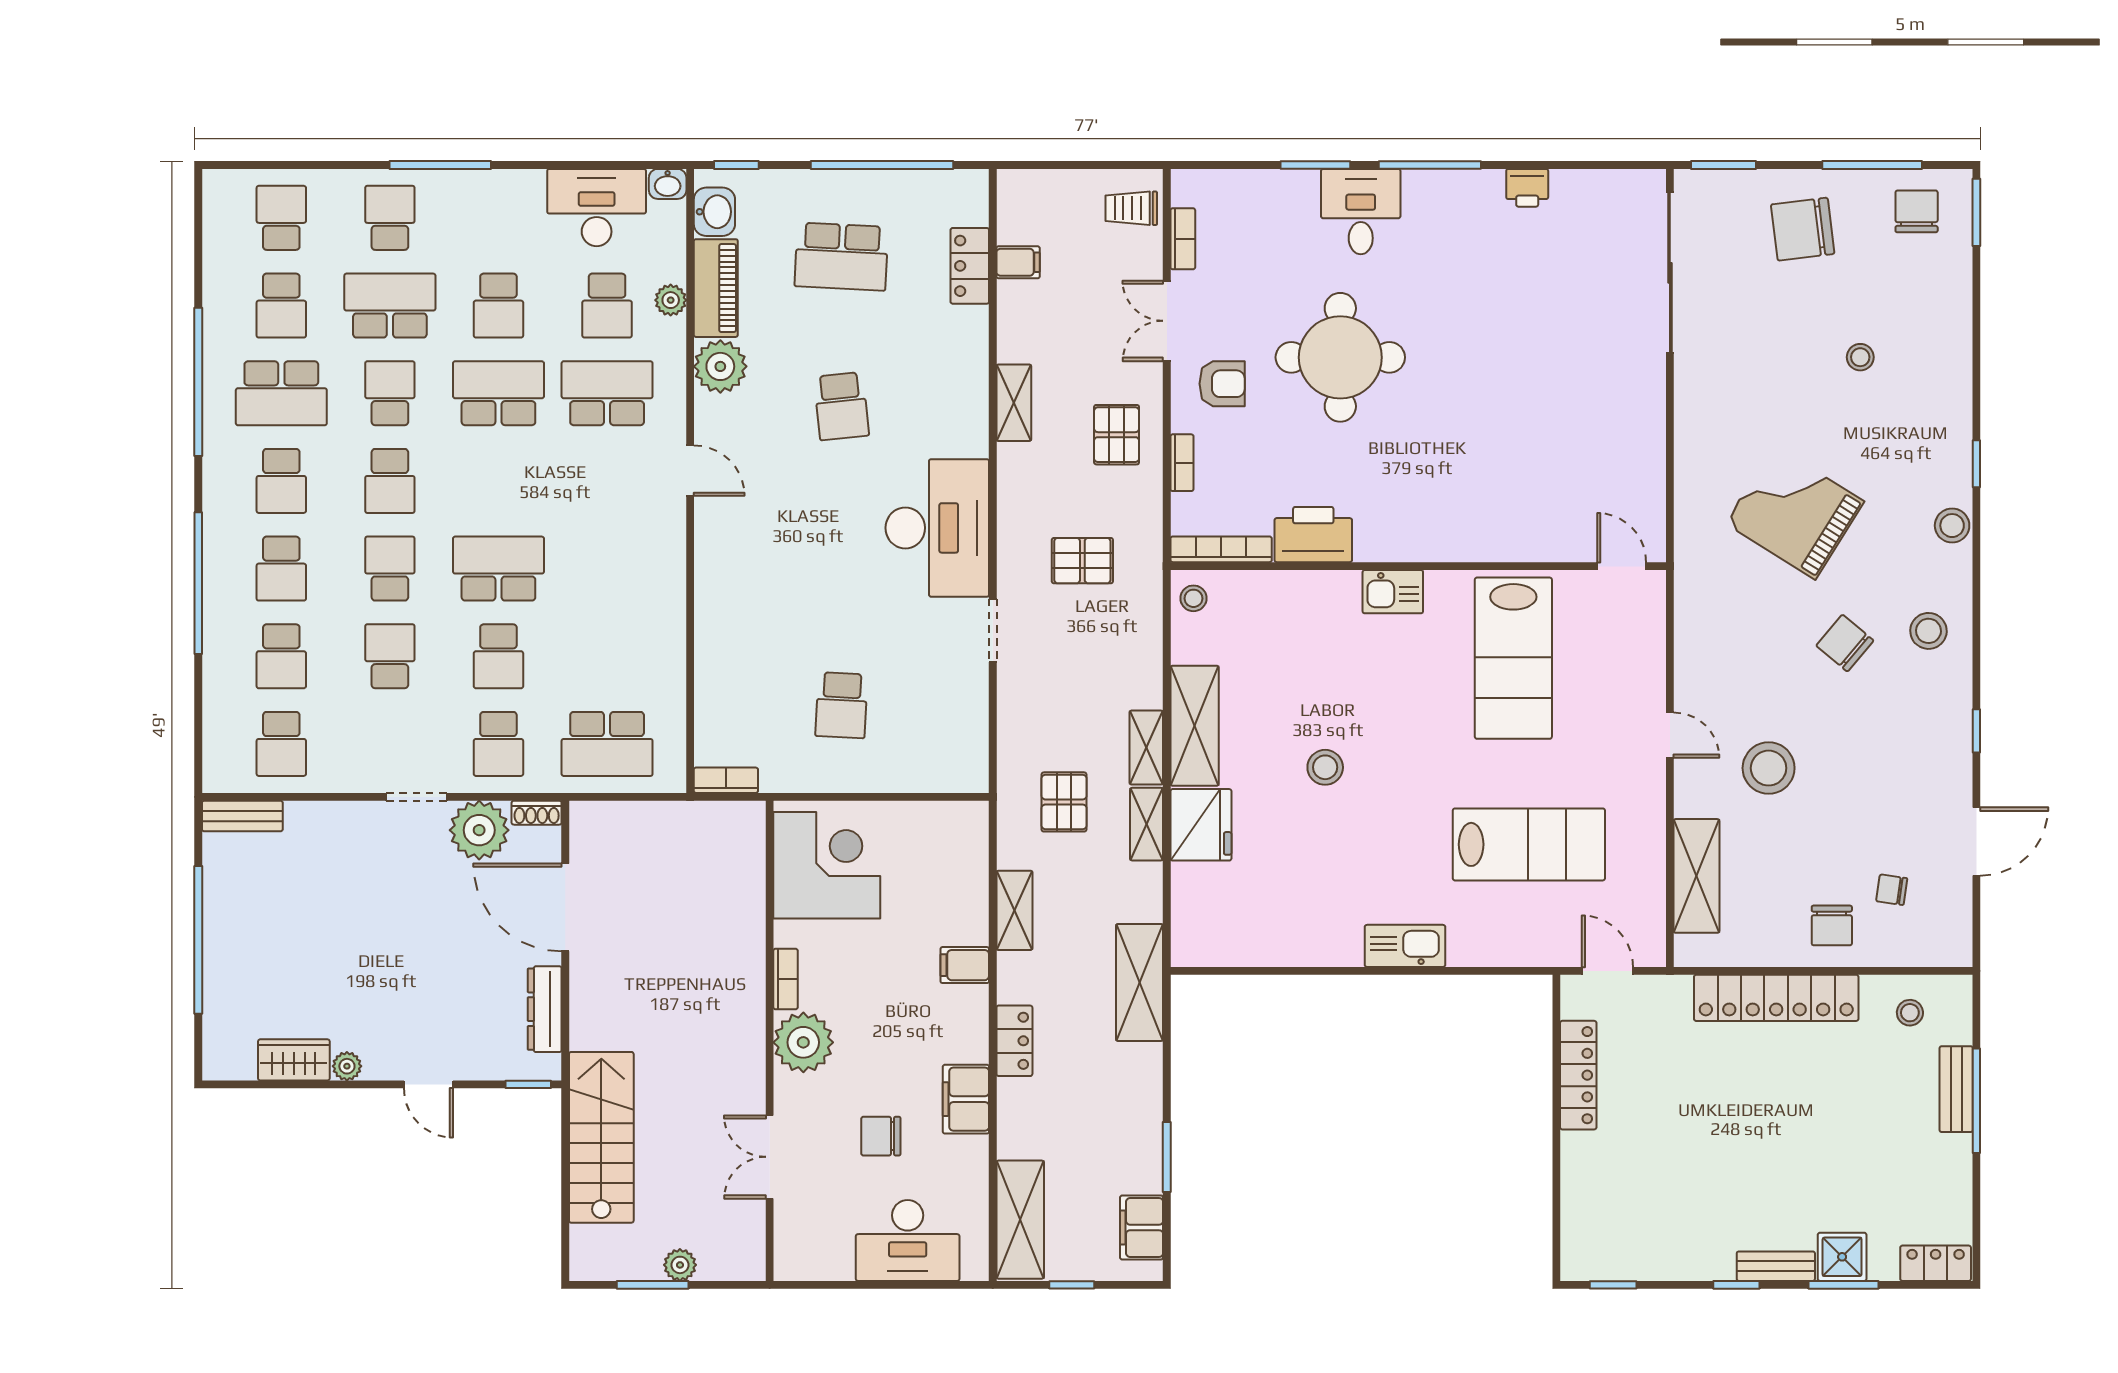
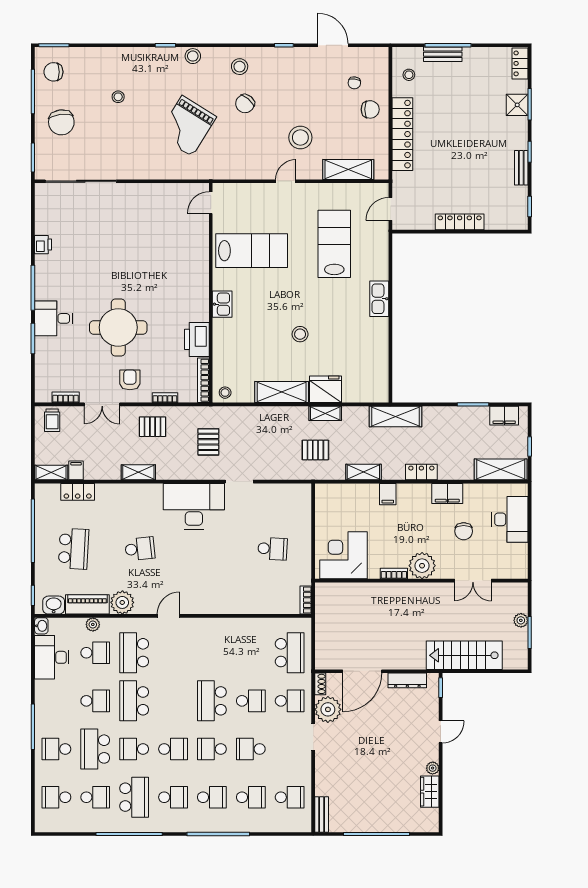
shelving: (1146, 748) -> (51, 473), moved
locker: (1578, 1075) -> (460, 222), moved
bench: (1776, 1266) -> (521, 168), moved

